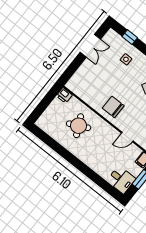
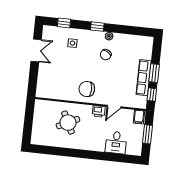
printer: (64, 95) -> (99, 111), moved
desk: (121, 180) -> (116, 142), moved, turned 90

